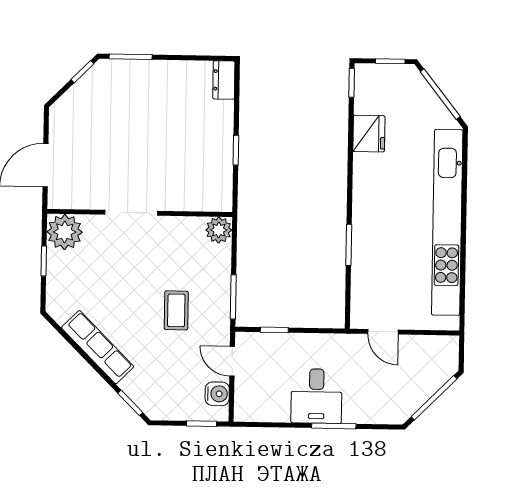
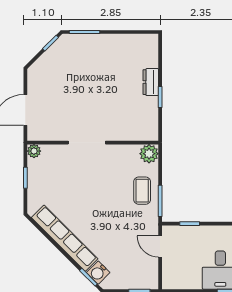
dresser: (224, 80) -> (151, 82), moved
plant: (65, 232) -> (34, 151), width x0.53, depth x0.53
coffee table: (176, 310) -> (142, 191), moved
row of seats: (98, 347) -> (65, 238), width x1.36
water cooler: (217, 394) -> (98, 273), moved, turned 135

